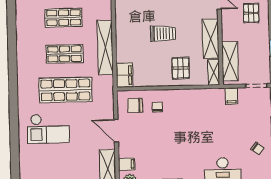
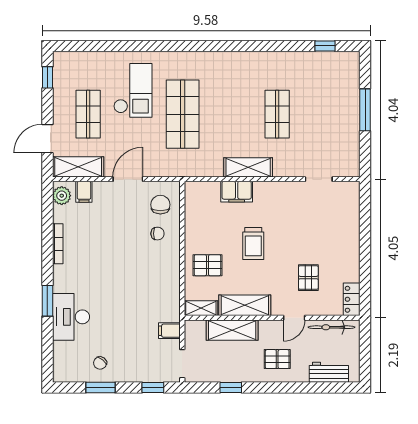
shelving: (105, 47) -> (248, 167), width x0.68
shop shelf: (64, 54) -> (88, 114), moved
shelving: (230, 61) -> (232, 330), moved
filing cabinet: (124, 75) -> (237, 192), moved
checkout: (48, 129) -> (133, 90), turned 180

